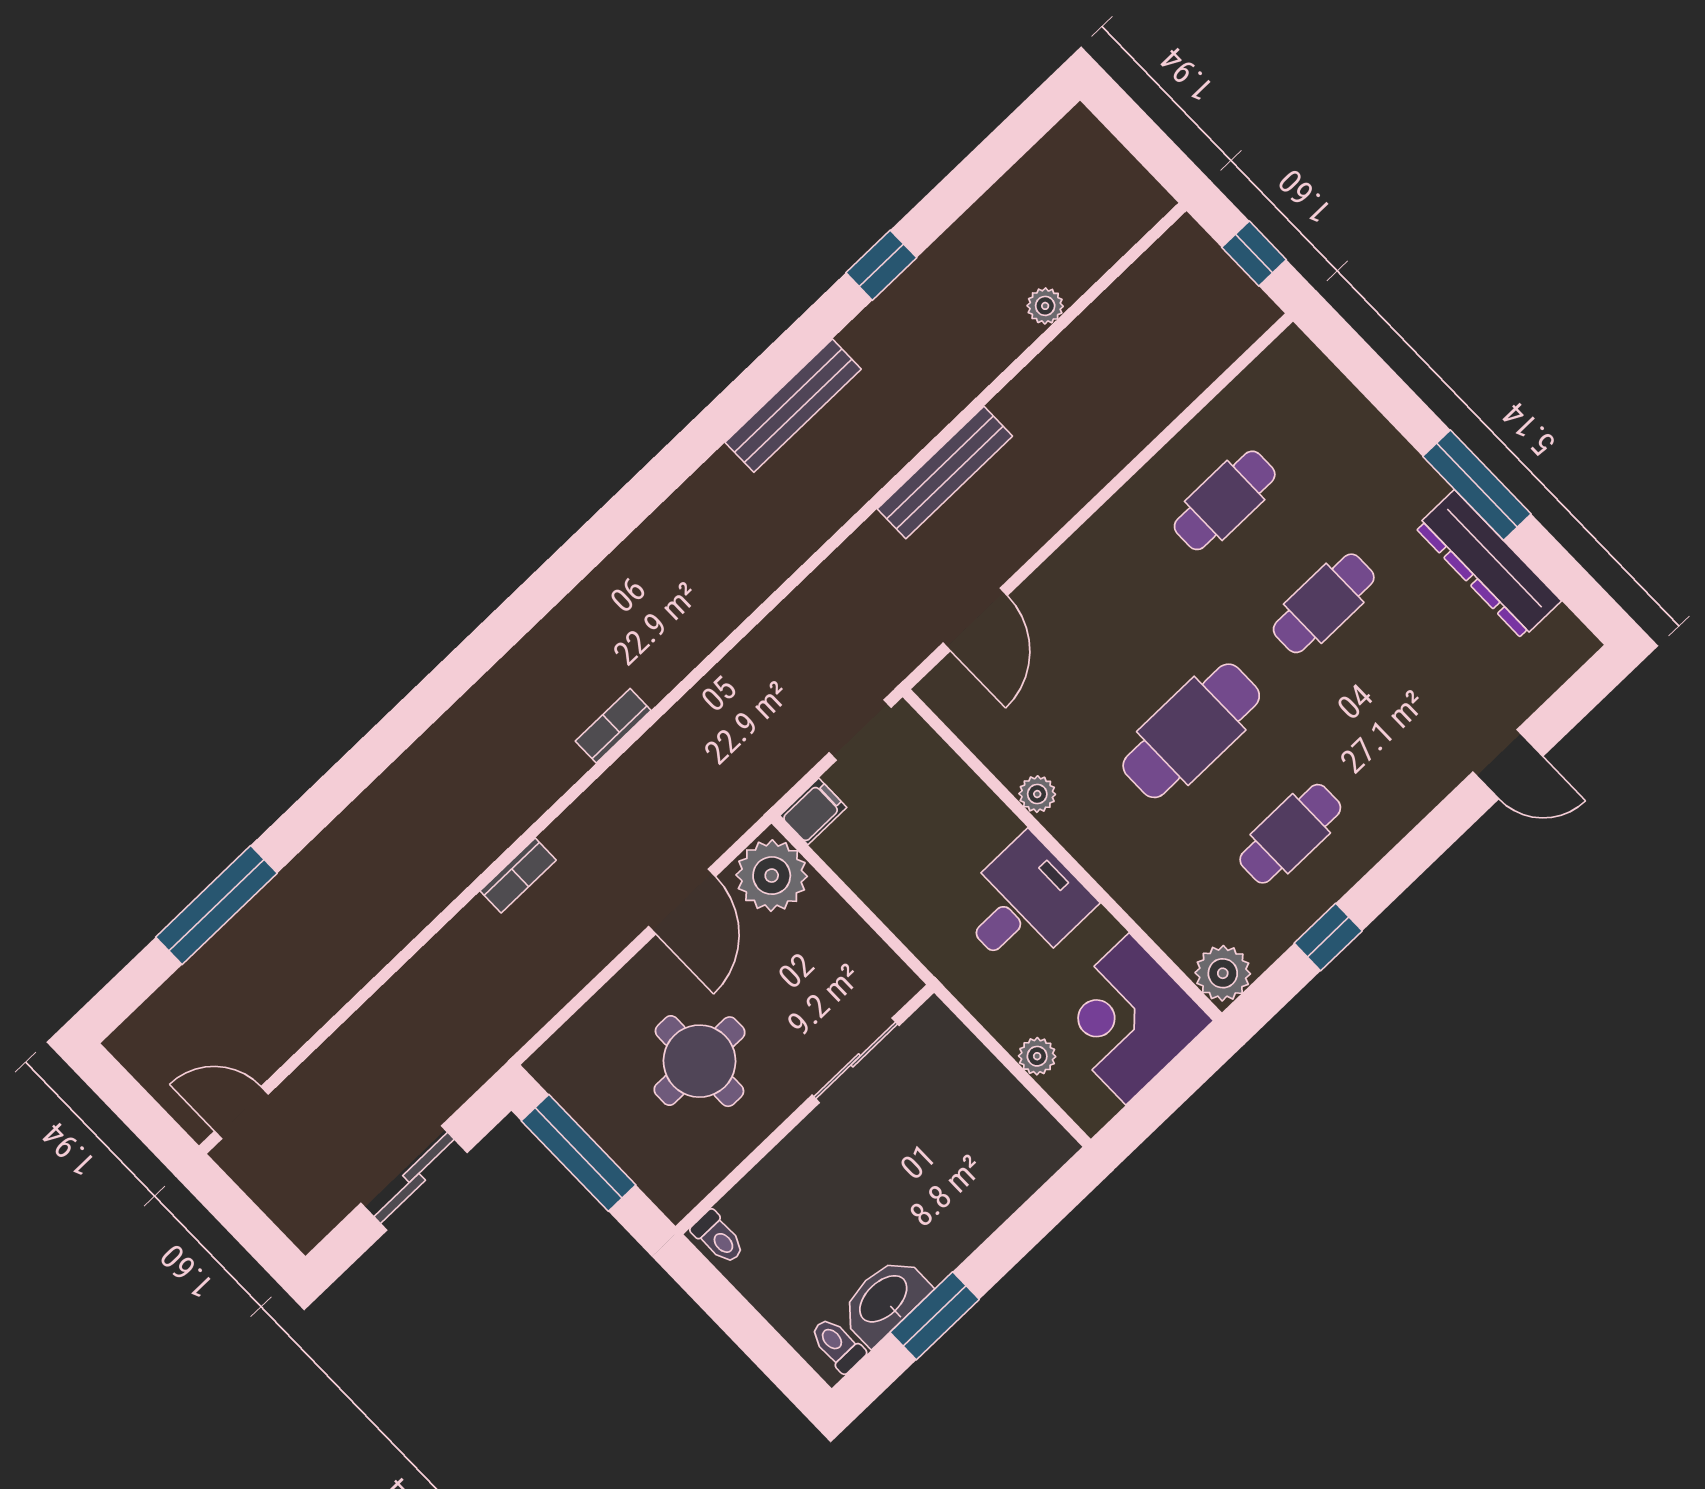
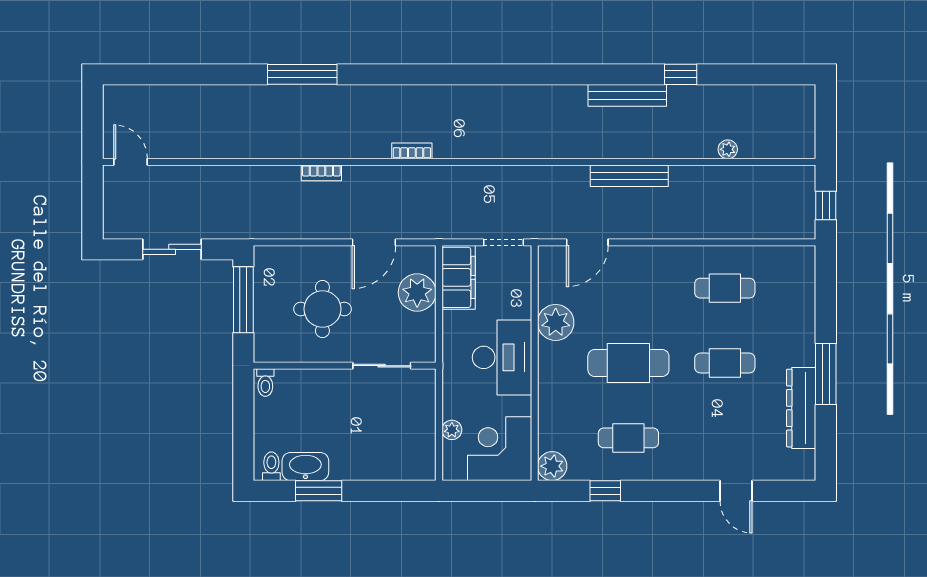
bench: (793, 406) -> (627, 95), moved
plant: (1037, 794) -> (556, 322), width x1.88, depth x1.88
filing cabinet: (813, 811) -> (459, 277), width x3.00, depth x1.17
plant: (772, 876) -> (417, 292), moved
desk: (1024, 904) -> (502, 357), width x1.37
window: (216, 905) -> (302, 74), moved

